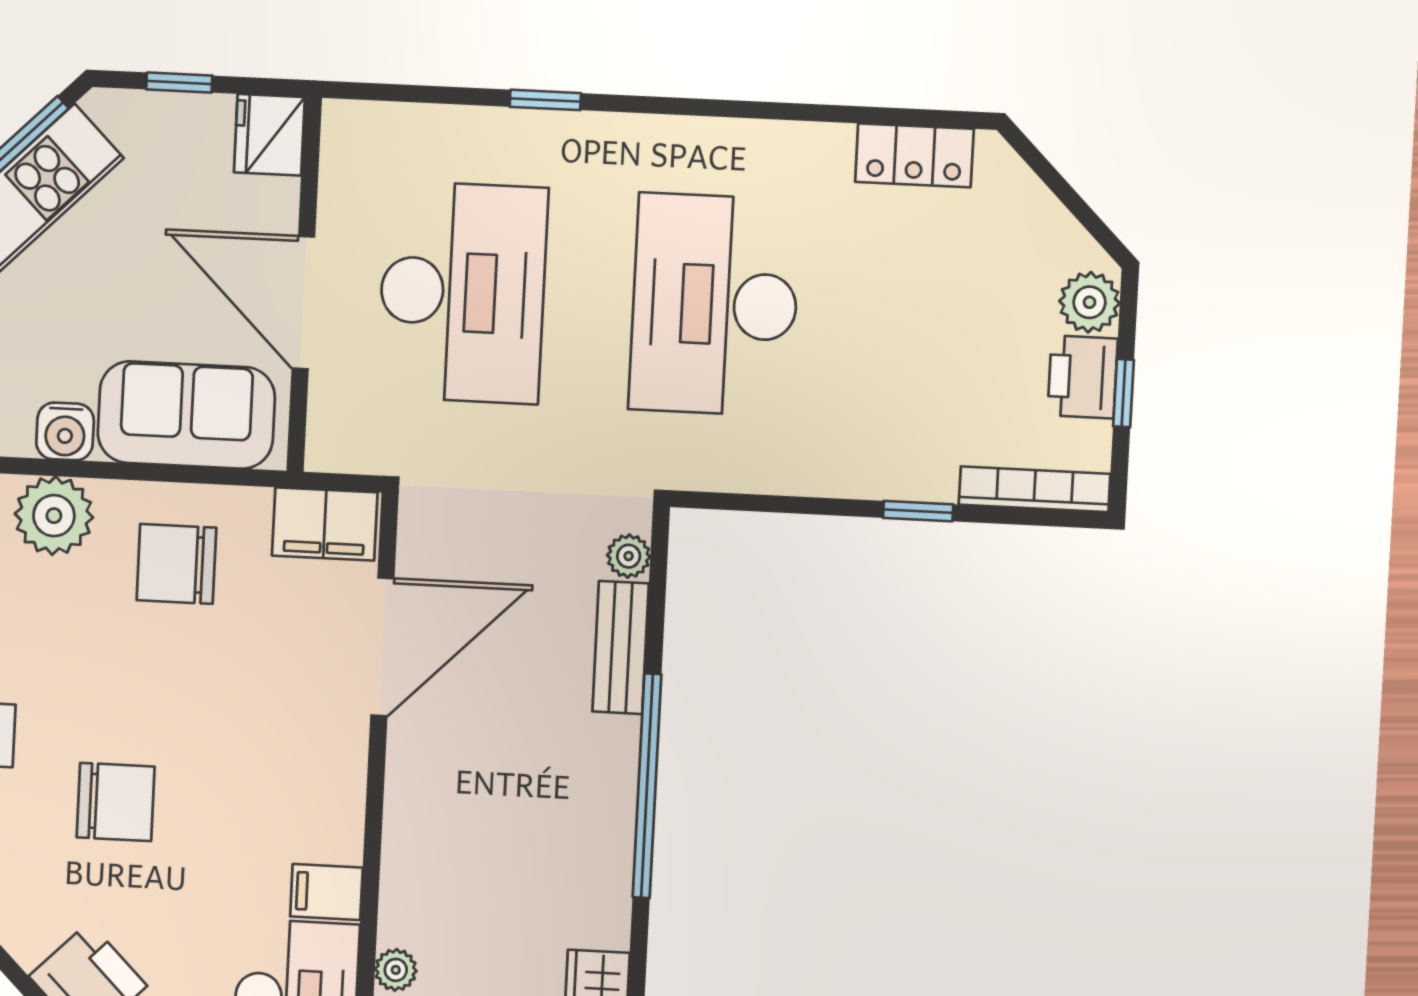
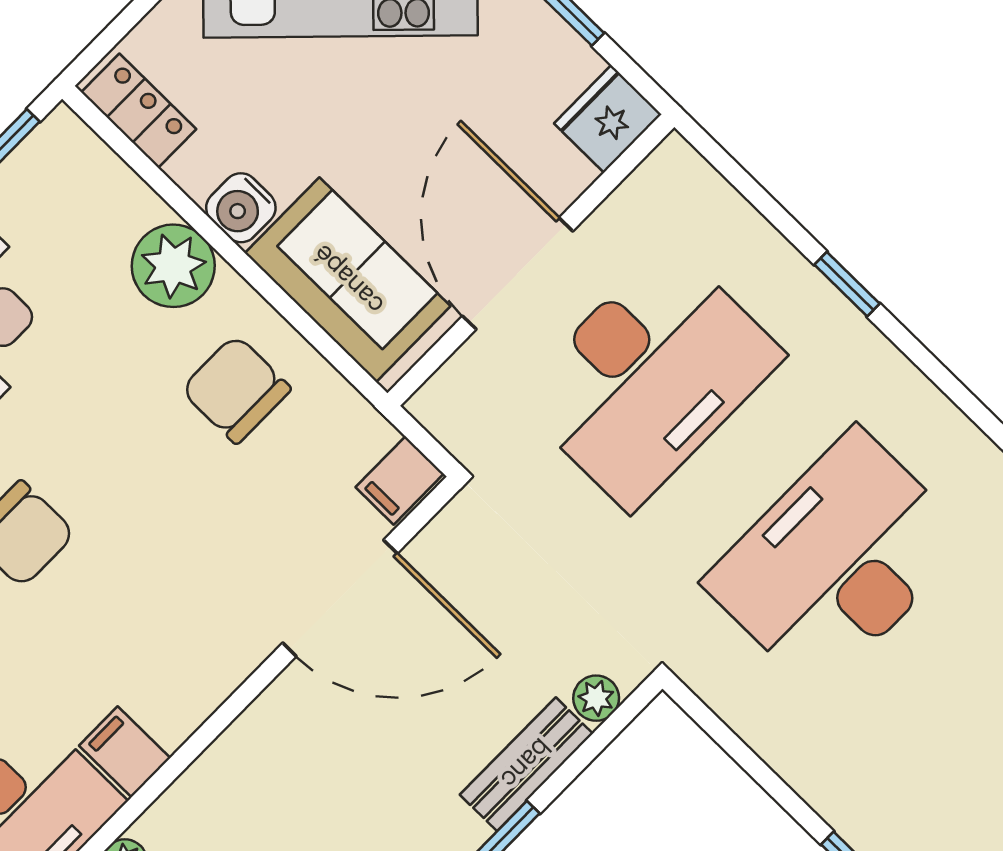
filing cabinet: (325, 524) -> (400, 480), width x0.50

